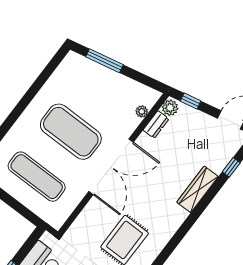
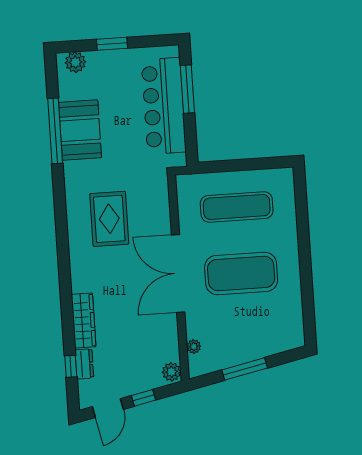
window: (104, 61) -> (245, 369), moved
window: (191, 101) -> (144, 398), moved
dresser: (156, 124) -> (84, 364), moved, turned 180

